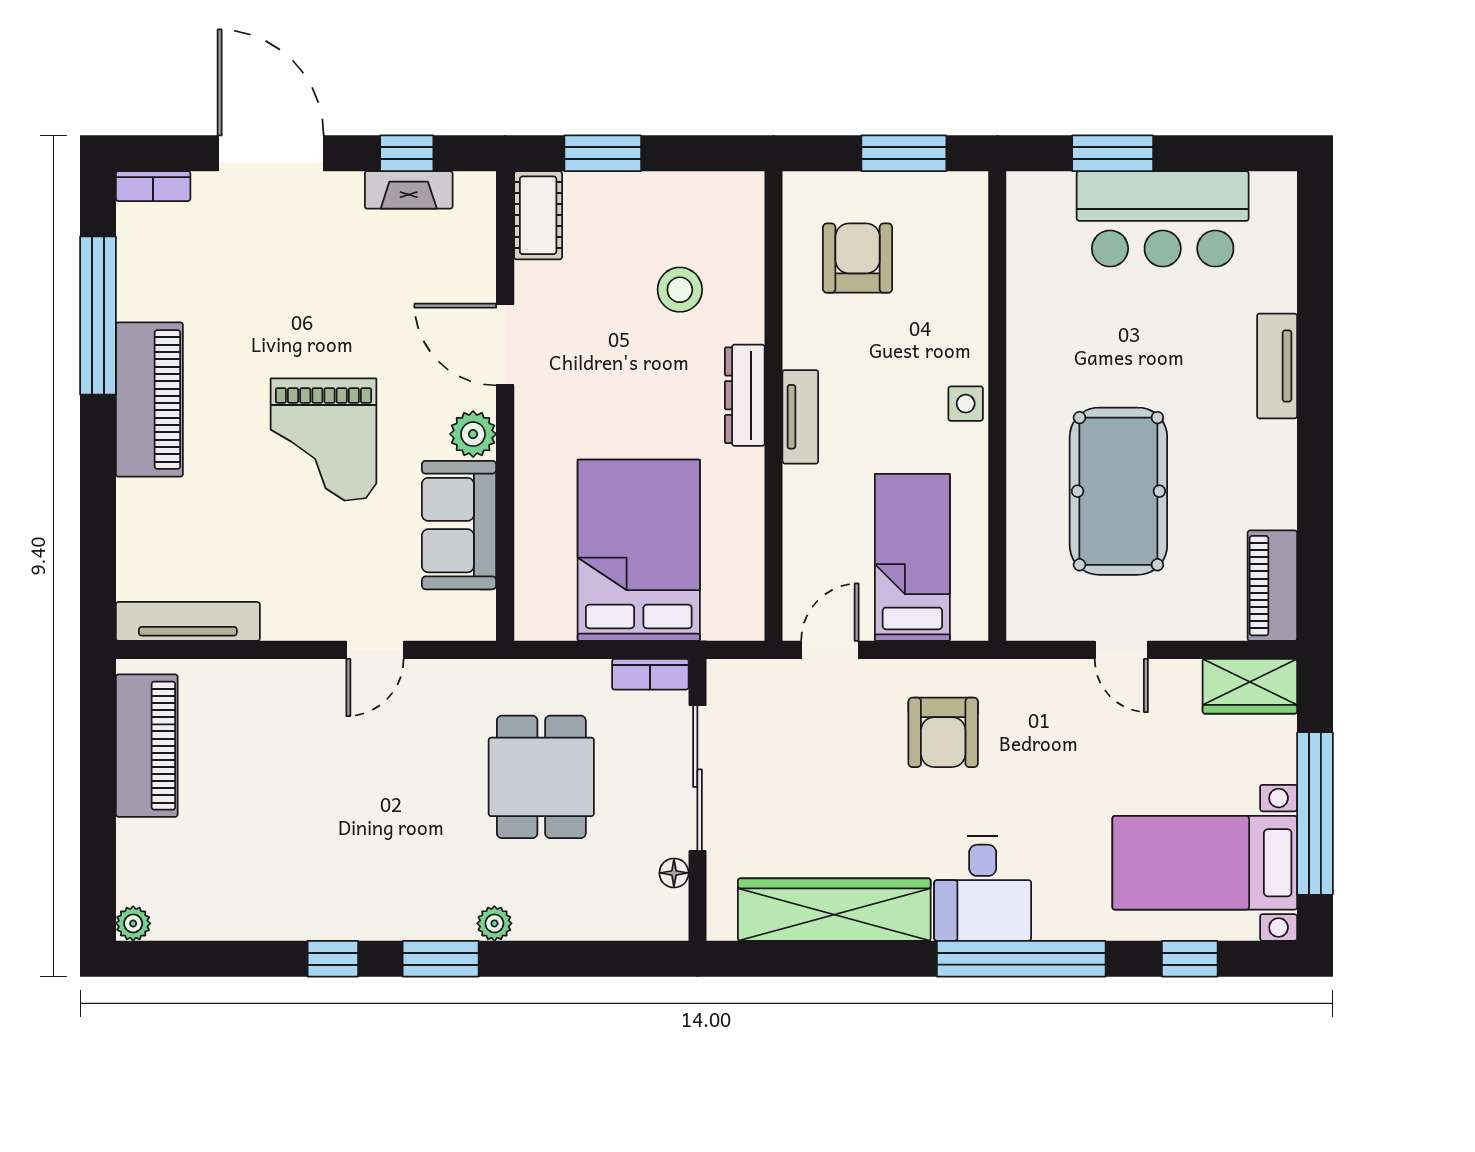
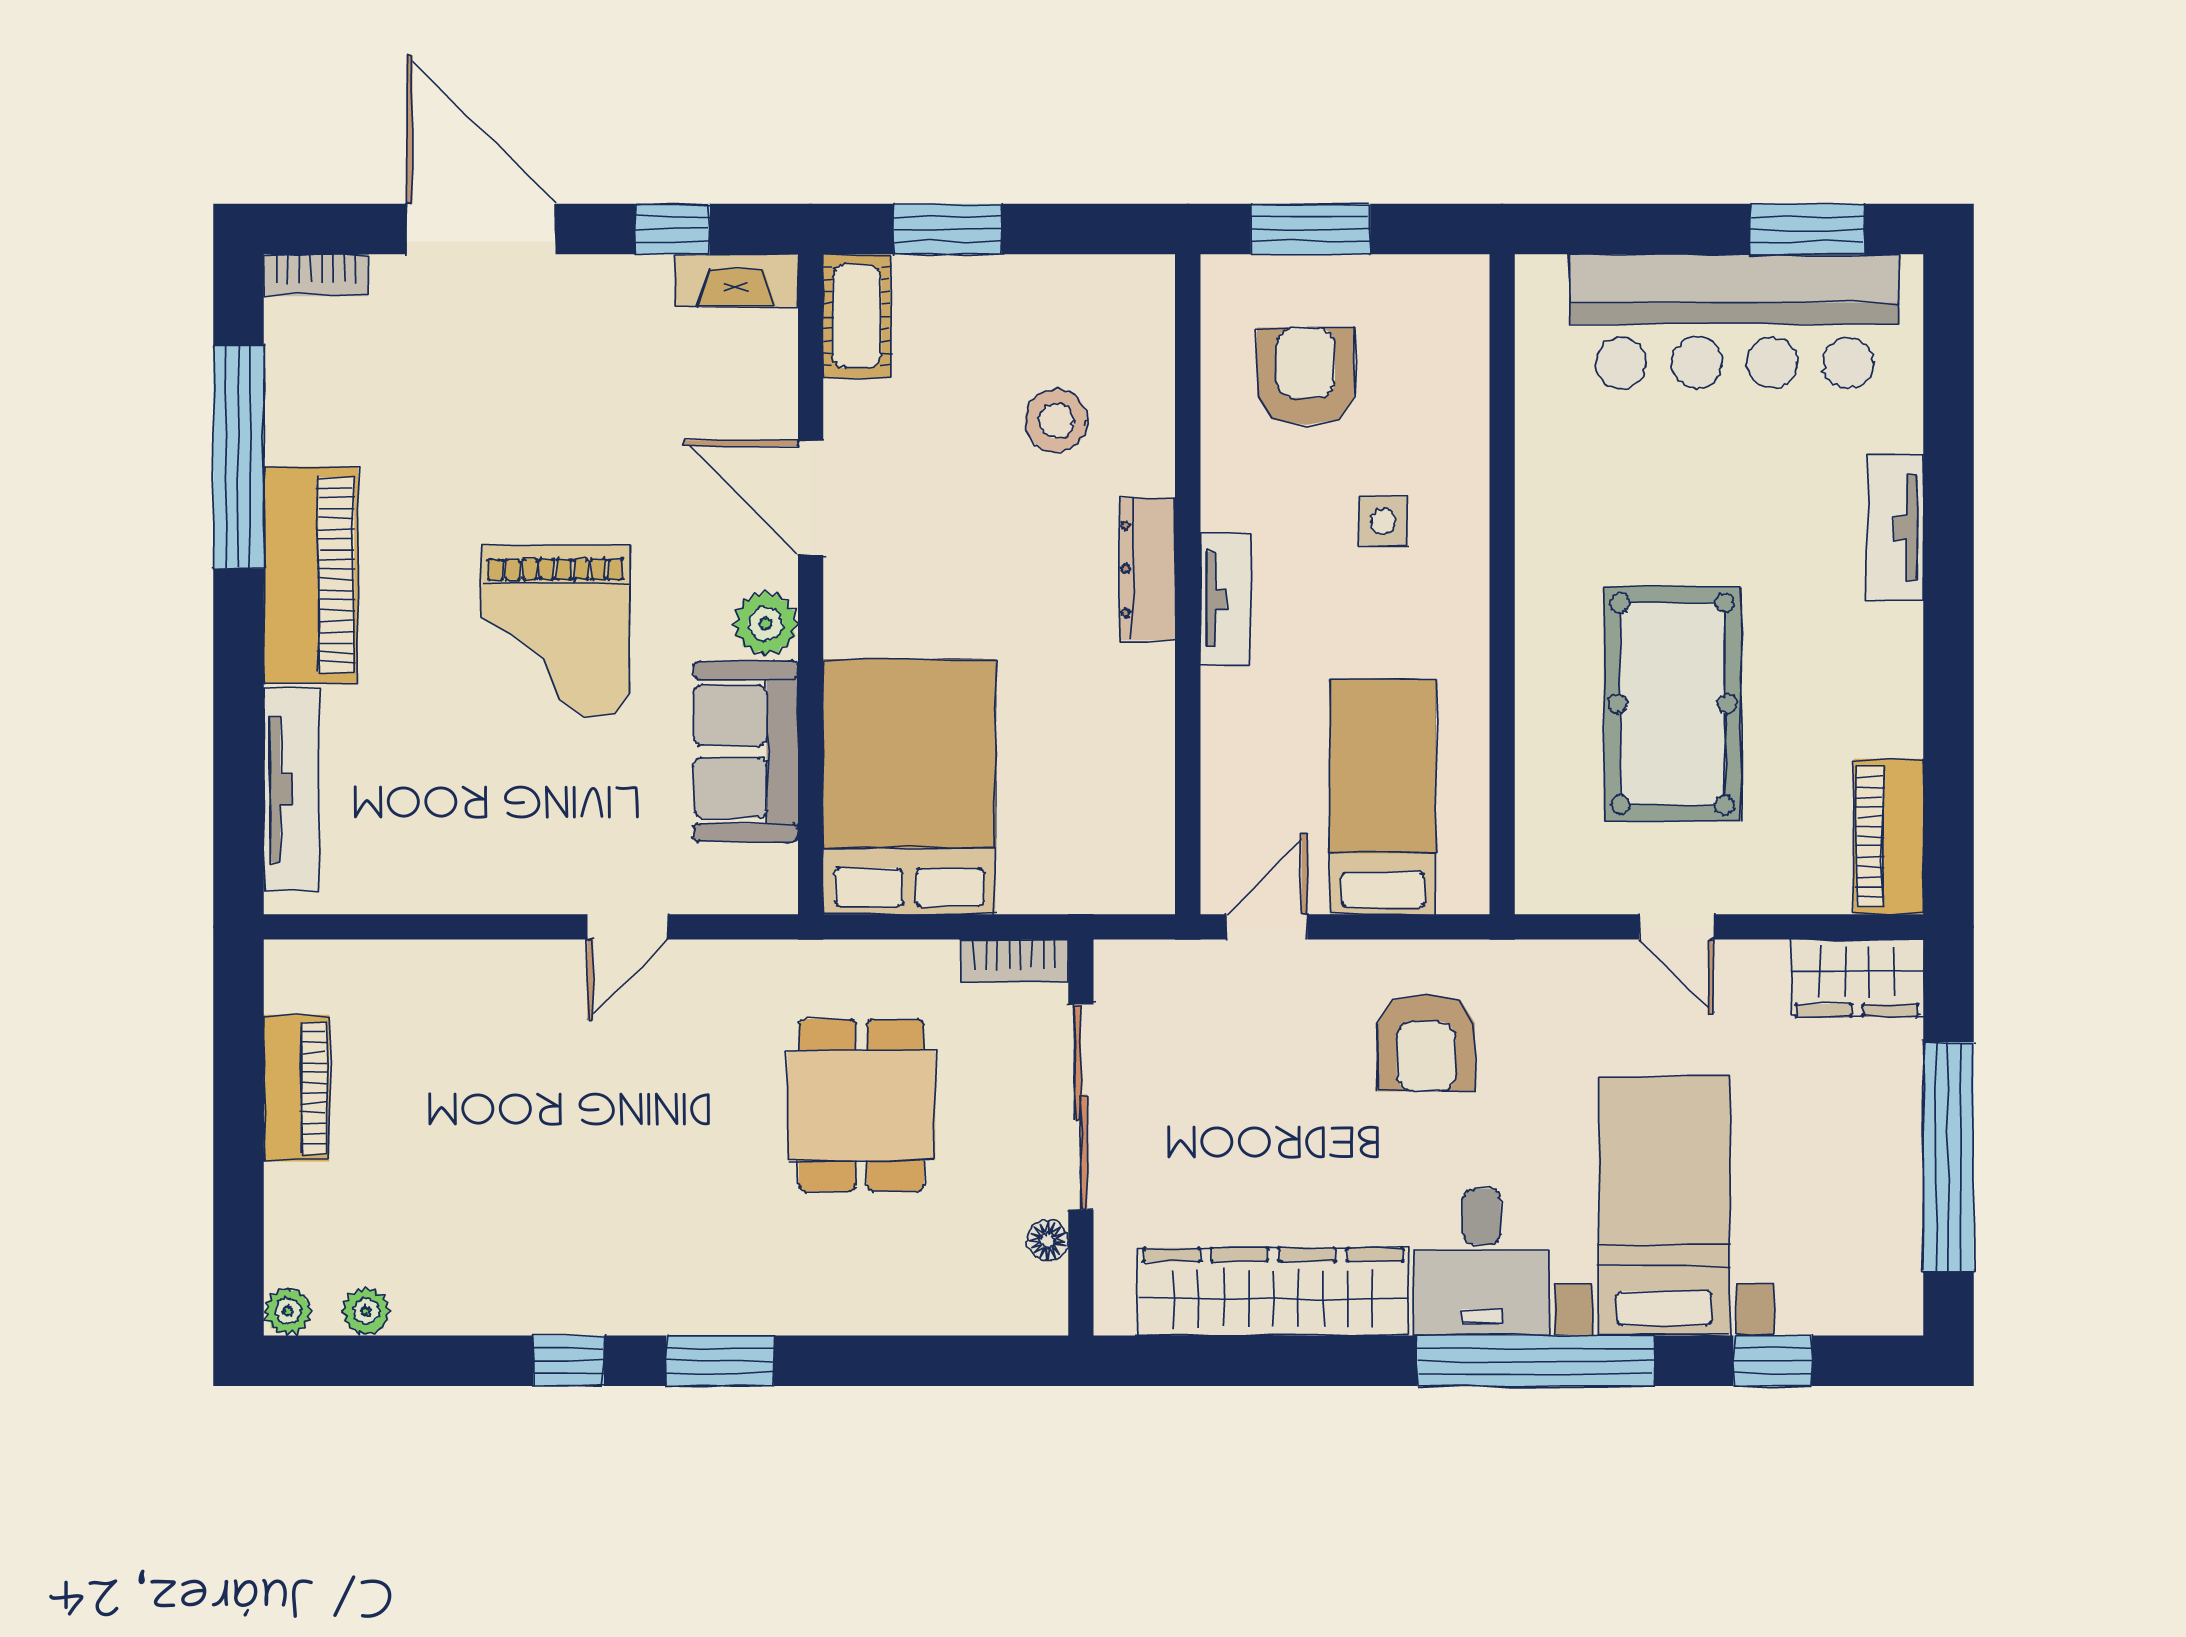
window: (904, 153) -> (1311, 229), moved
window: (1113, 153) -> (1807, 229), moved
fireplace: (409, 190) -> (736, 281), moved
bar counter: (1163, 219) -> (1734, 321), width x1.36
side table: (966, 404) -> (1383, 521), moved
bed: (639, 550) -> (909, 787), moved
tv unit: (188, 621) -> (291, 790), moved, turned 90
piano: (147, 746) -> (296, 1088), width x0.73, depth x0.75
bed with nightstands: (1205, 863) -> (1664, 1206), moved, turned 90
plant: (494, 923) -> (366, 1311), moved

